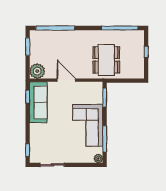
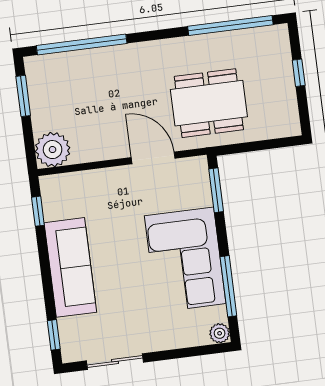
dining table: (106, 60) -> (209, 103), turned 90
door: (66, 80) -> (153, 158), moved
sofa: (38, 102) -> (70, 267), moved

